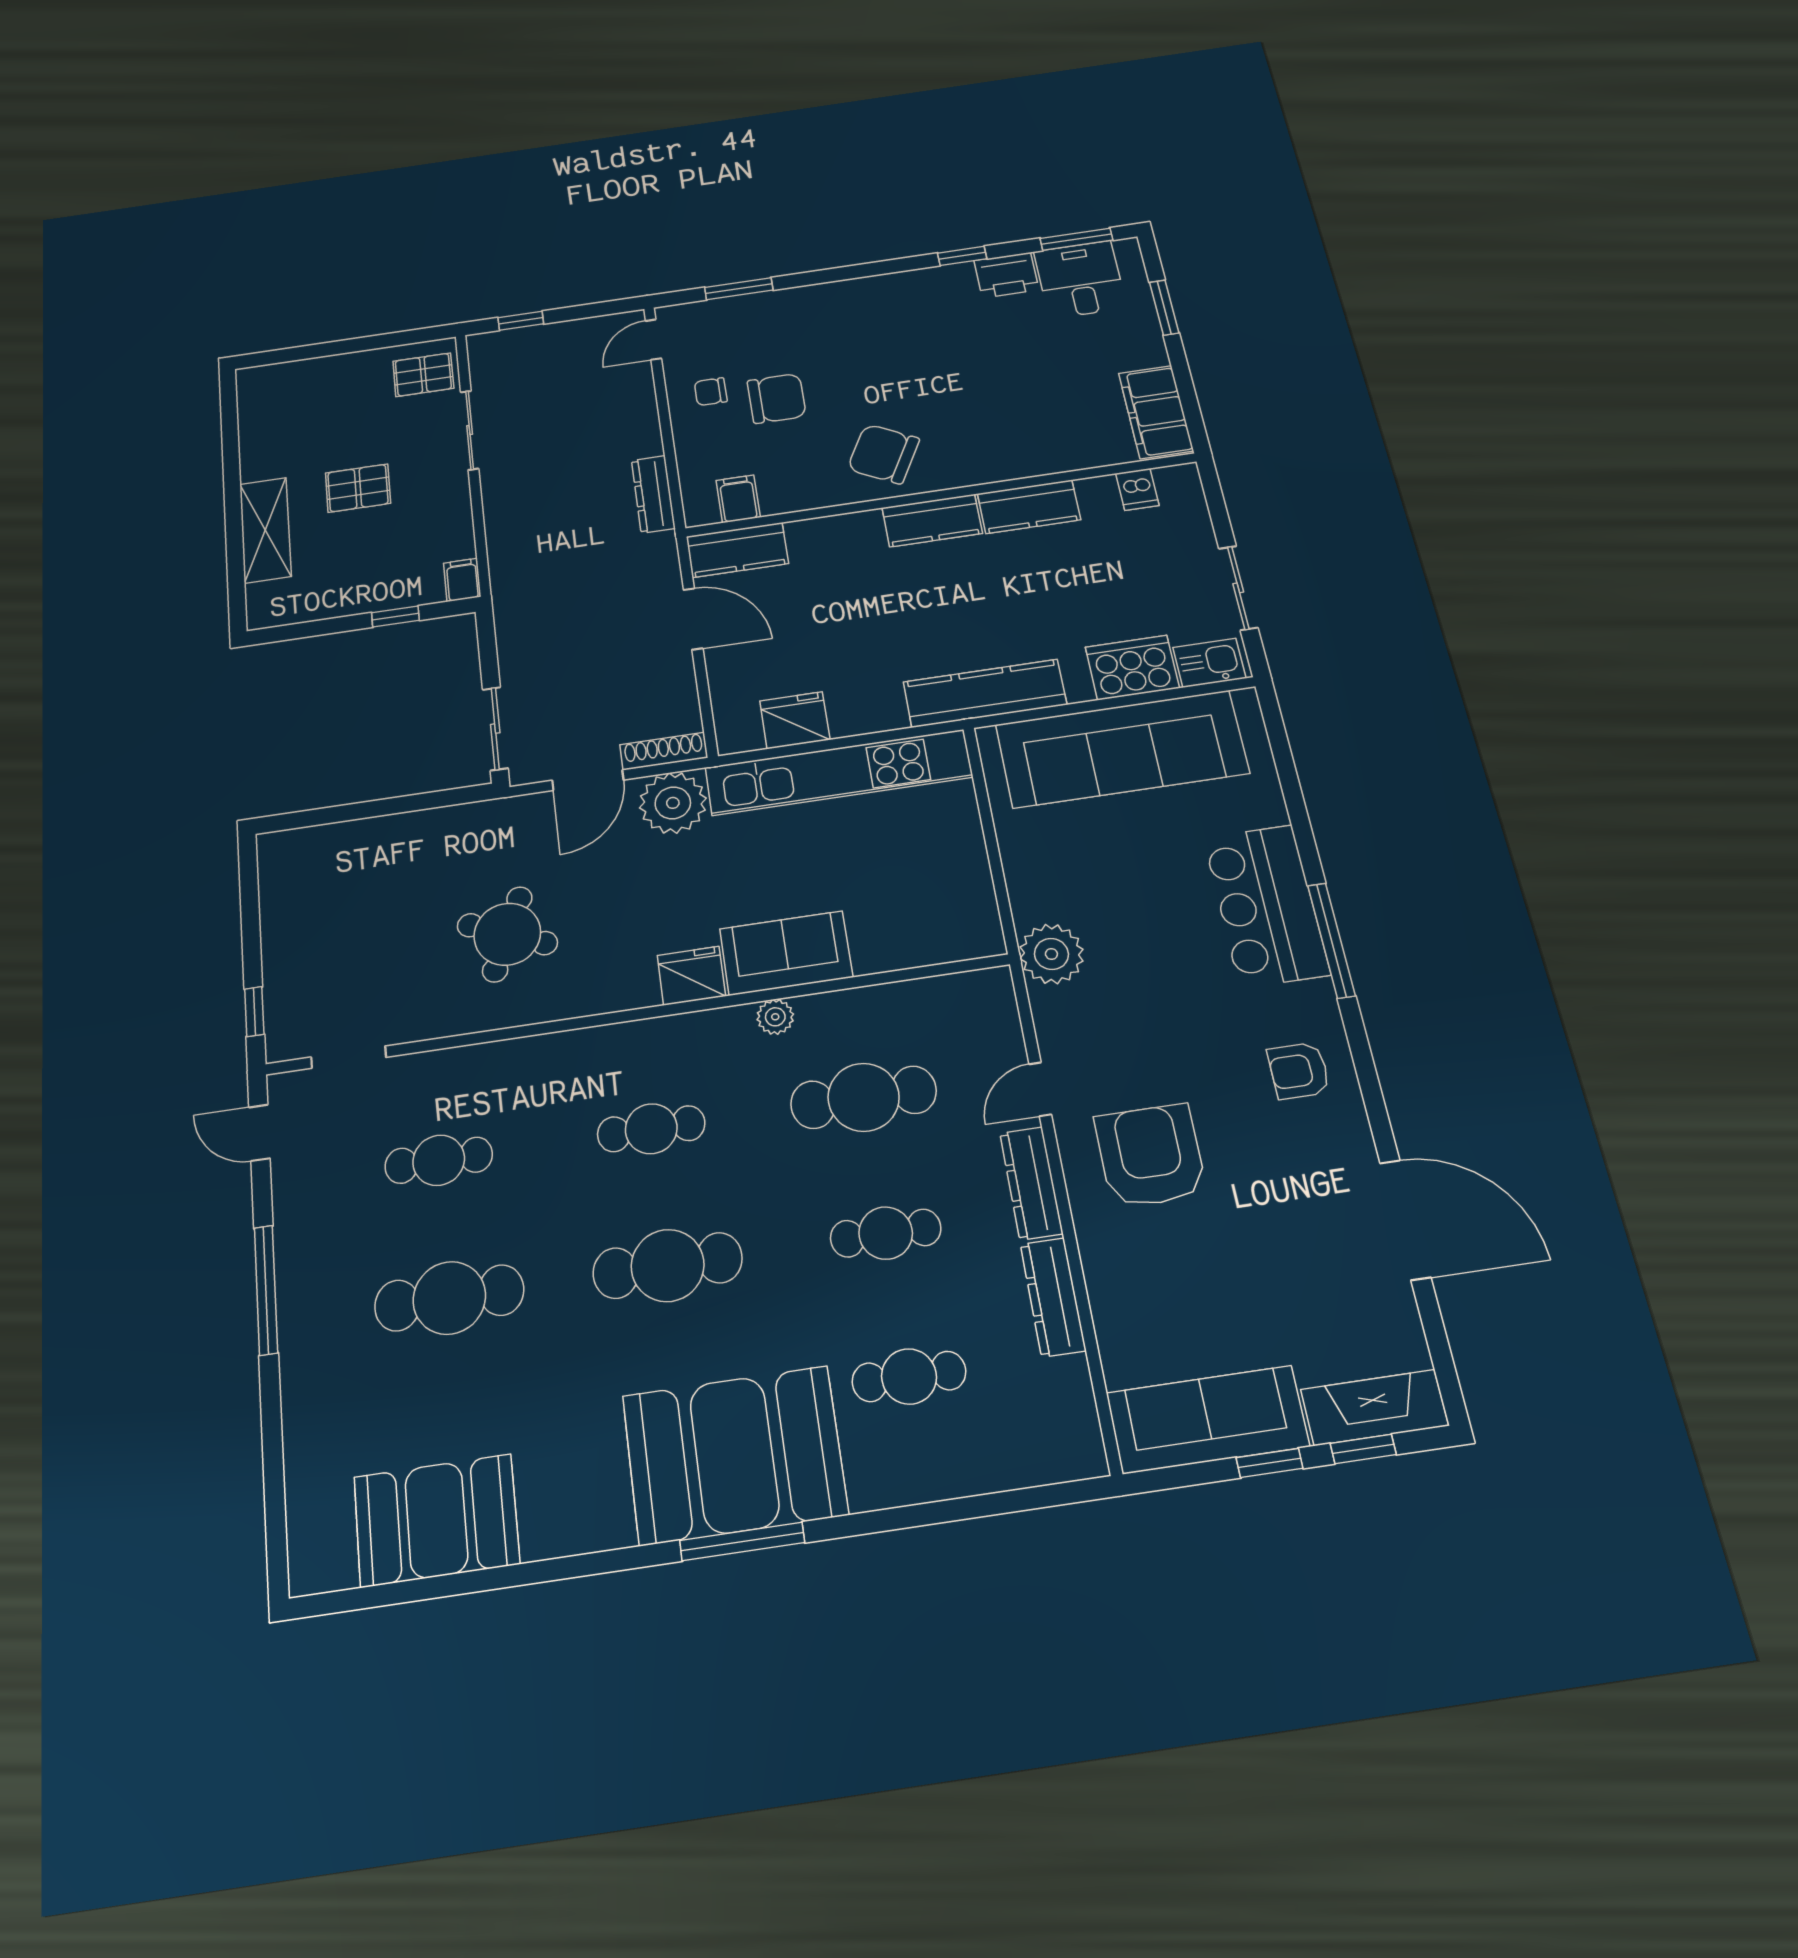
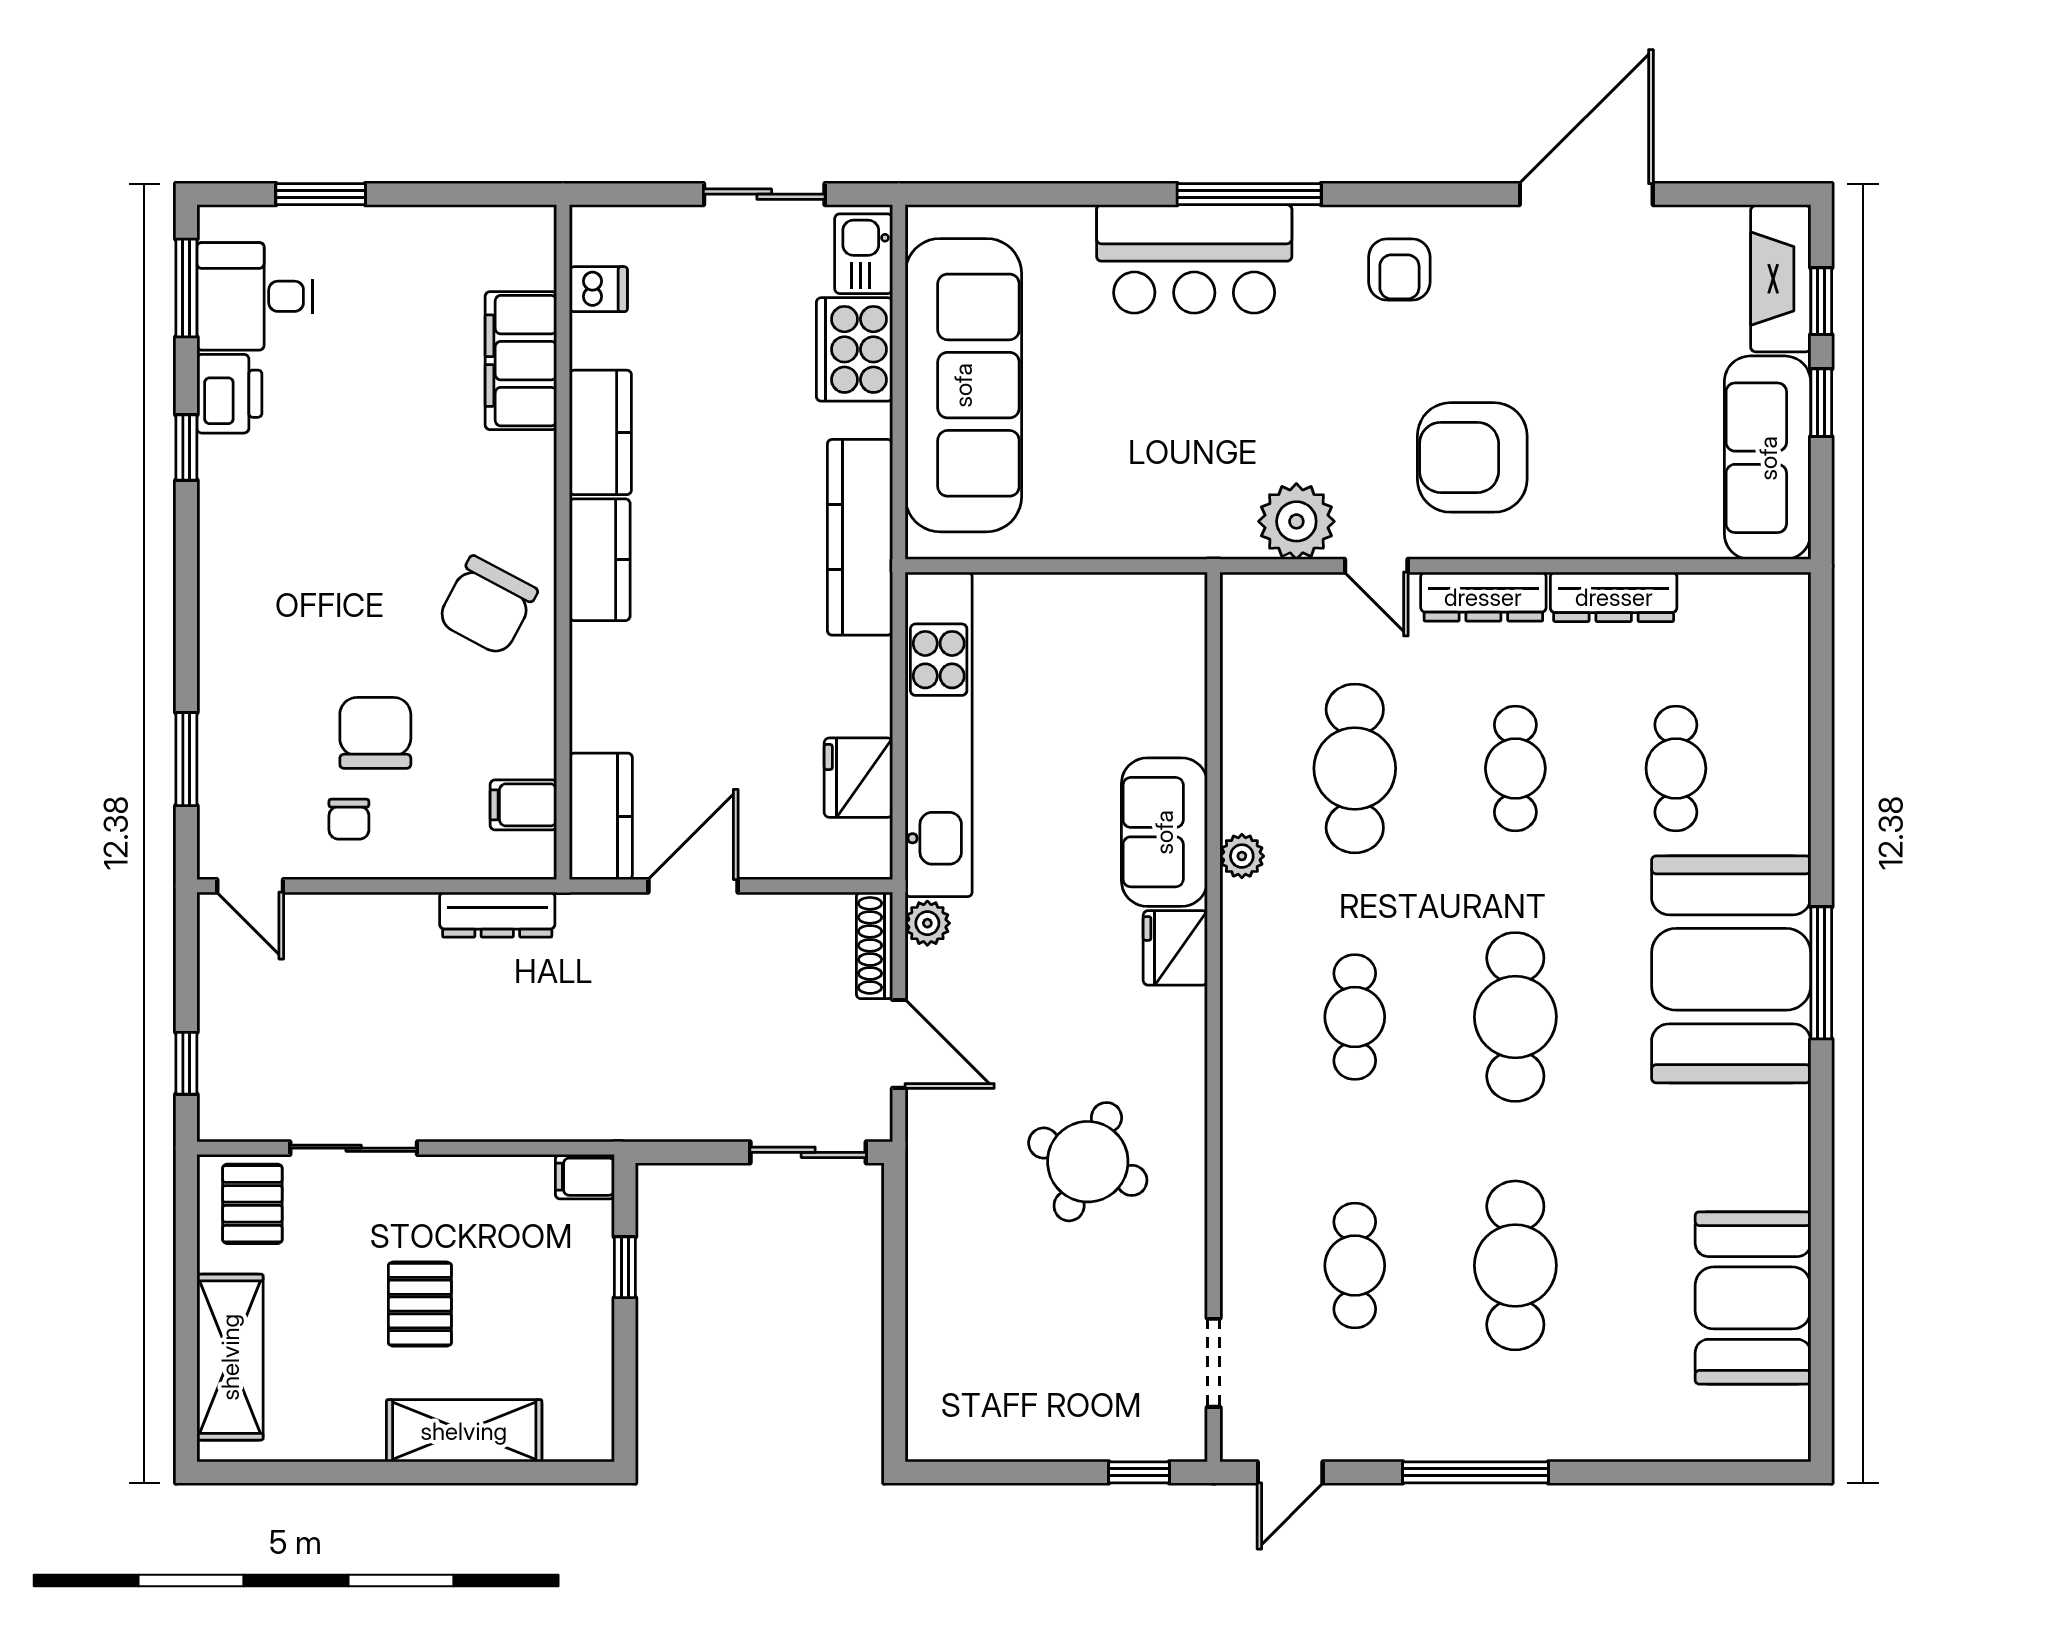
shelving: (311, 378) -> (230, 1357), added
filing cabinet: (1156, 412) -> (521, 361), moved, turned 90
plant: (673, 803) -> (927, 923), width x0.53, depth x0.53
plant: (1051, 954) -> (1296, 521), moved

